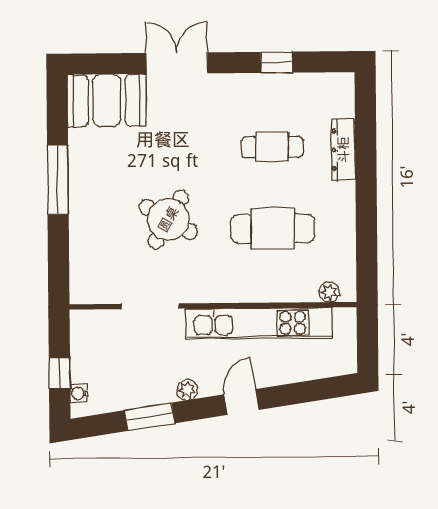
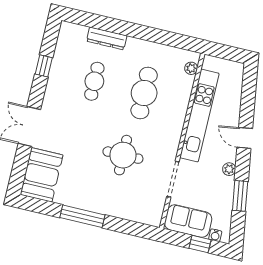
round table: (168, 219) -> (123, 155), turned -30
sofa: (91, 346) -> (188, 221), added

